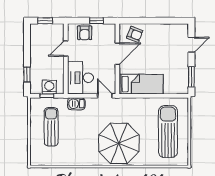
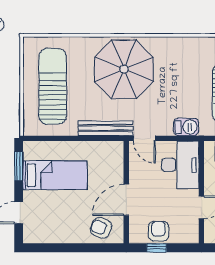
armchair: (85, 33) -> (158, 231), moved
bed: (141, 84) -> (55, 175), moved, turned 180
bench: (132, 103) -> (105, 128), added
sun lounger: (168, 132) -> (53, 86), turned 180

